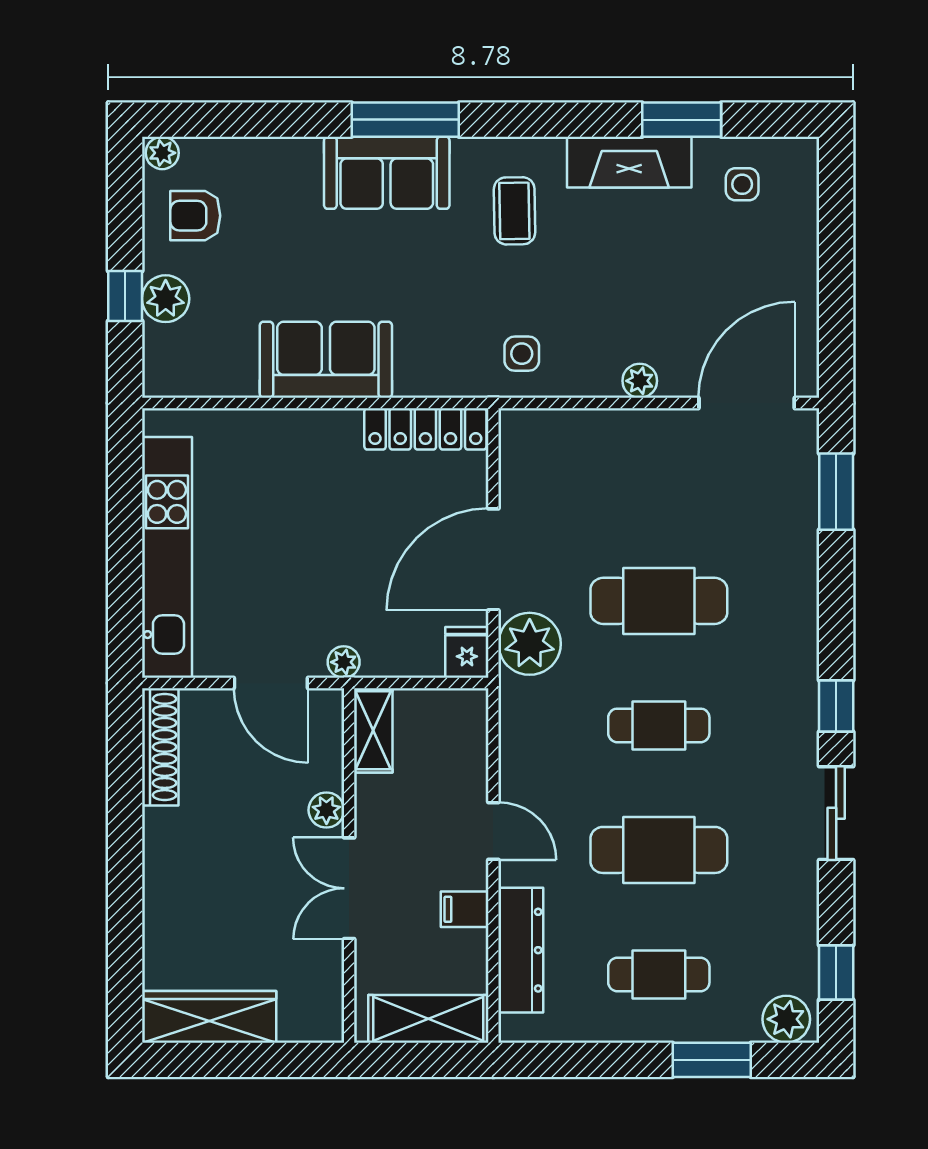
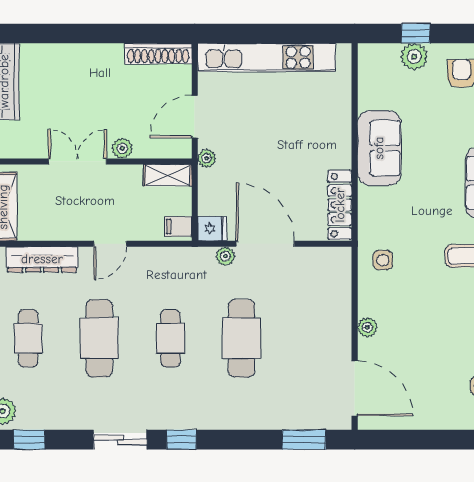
plant: (530, 644) -> (225, 256), width x0.53, depth x0.53
filing cabinet: (465, 909) -> (178, 227), moved, turned -90

